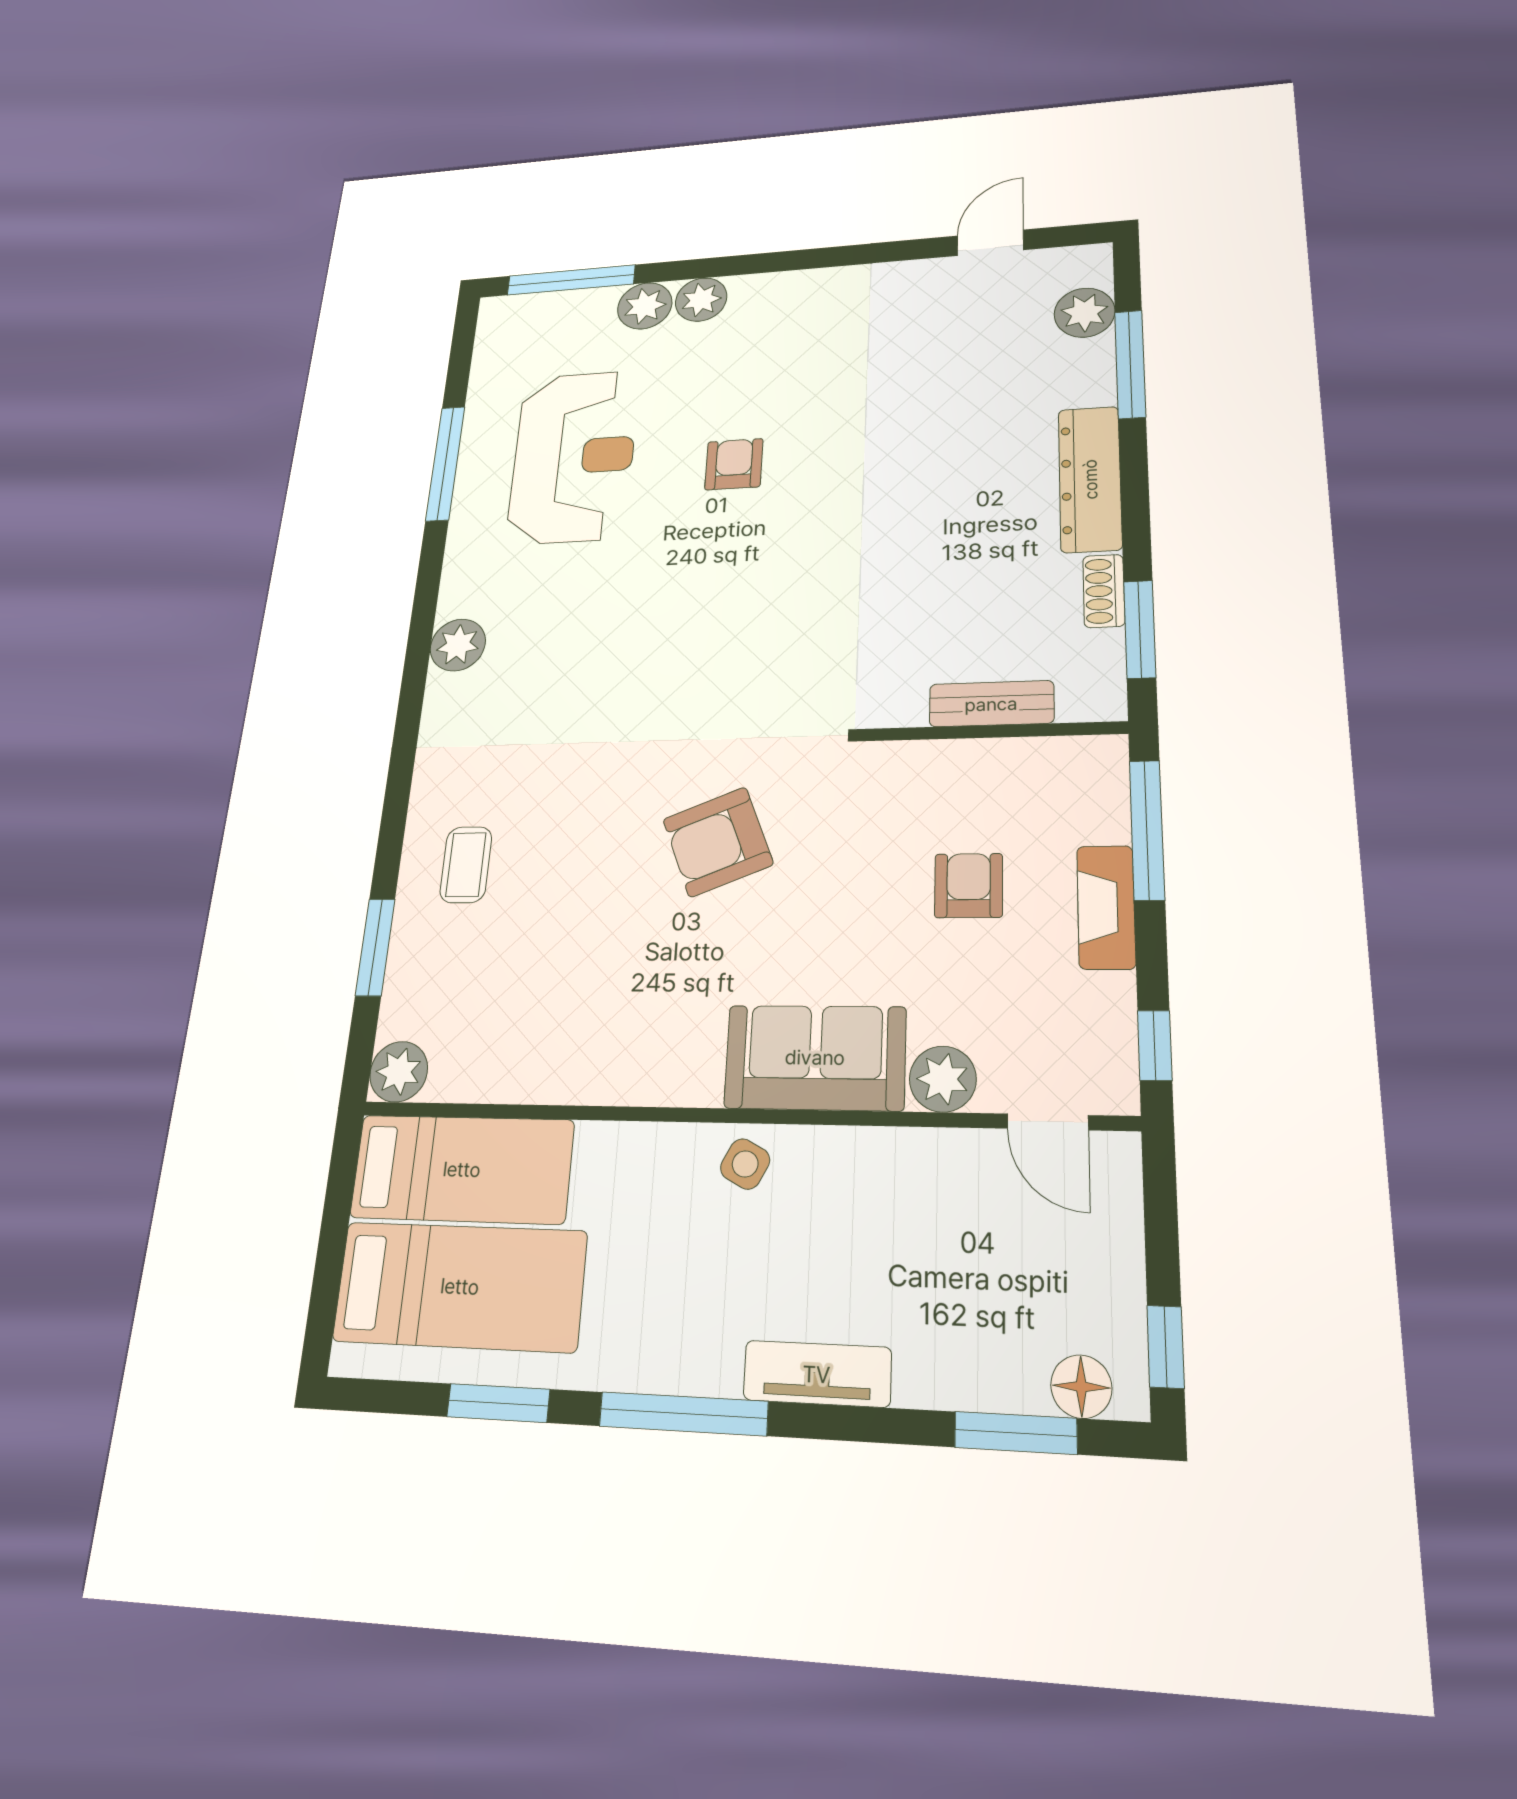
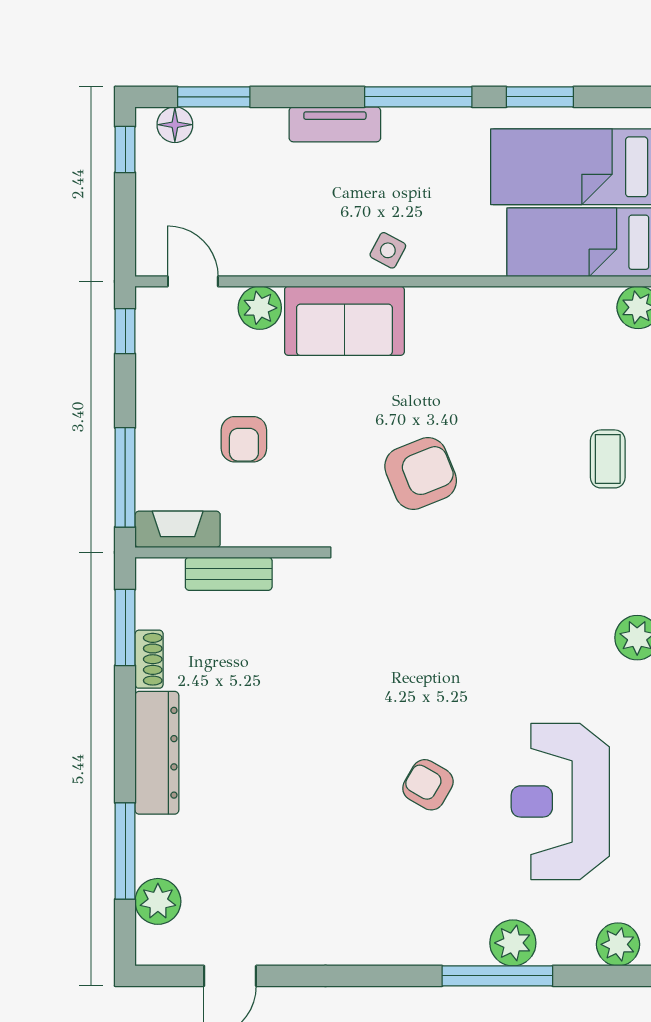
window: (571, 280) -> (497, 976), moved
plant: (701, 300) -> (618, 944), moved
armchair: (734, 464) -> (428, 785), turned 120
fireplace: (1106, 907) -> (178, 529), moved, turned -90

